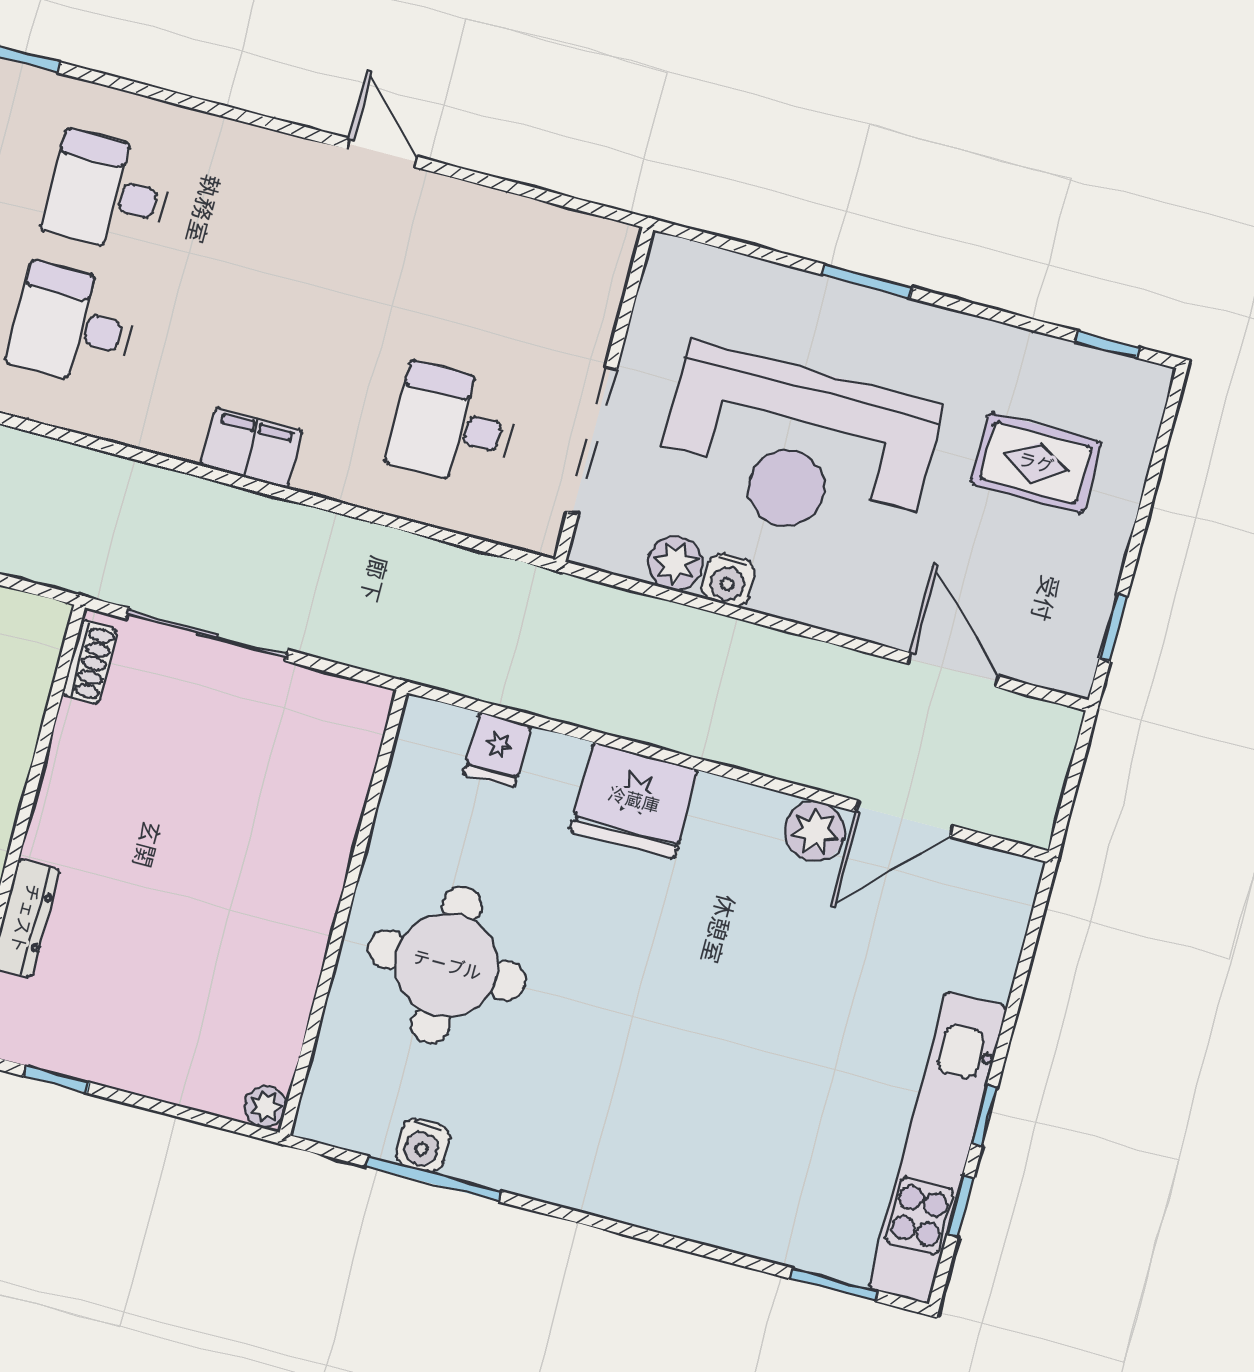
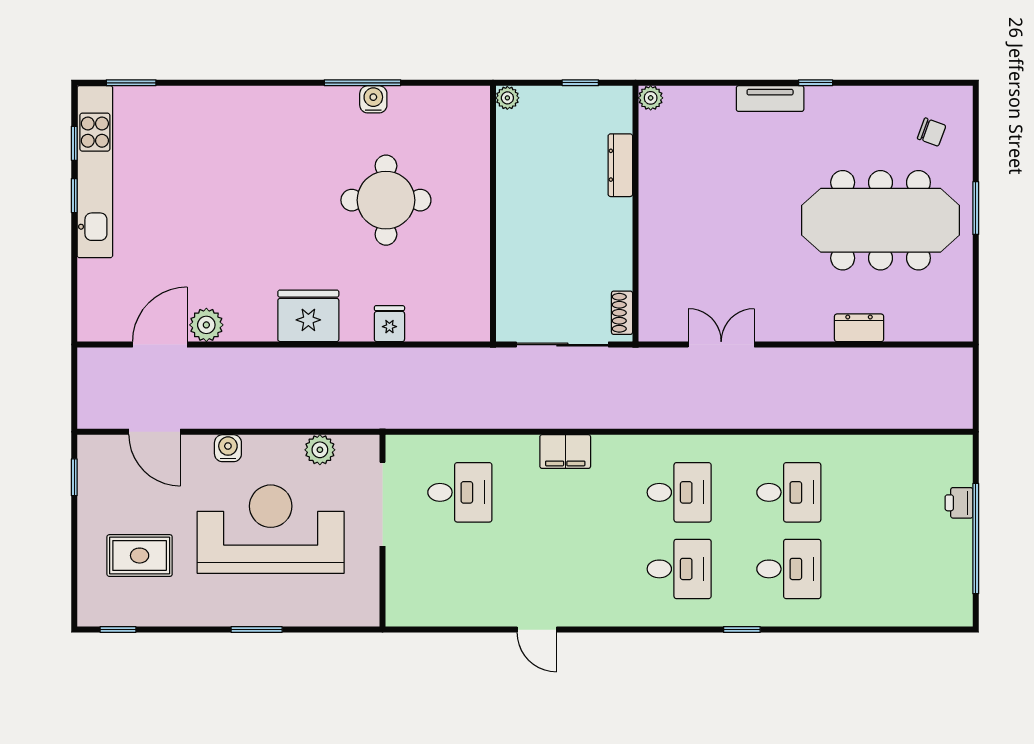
water cooler: (728, 580) -> (228, 448), moved
wall: (343, 913) -> (493, 214), moved
plant: (265, 1106) -> (507, 98), moved

